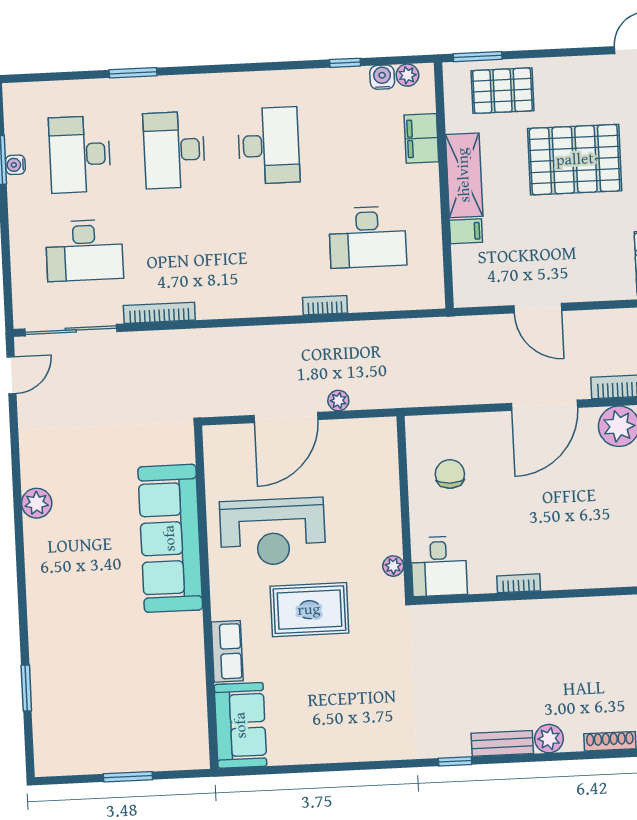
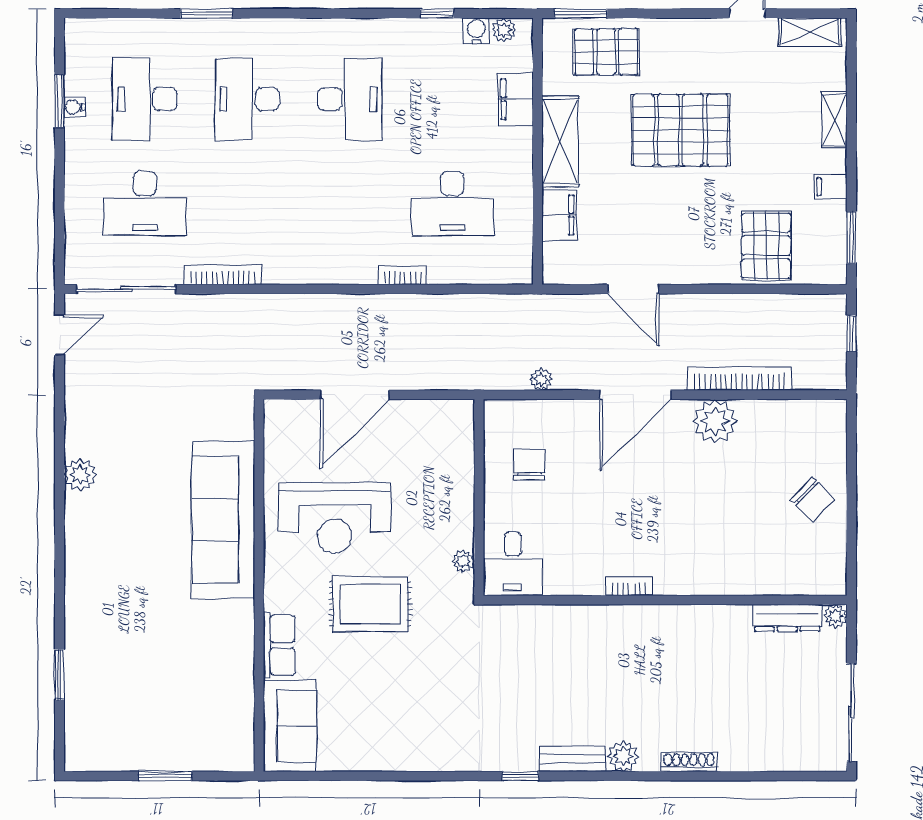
filing cabinet: (466, 231) -> (559, 215), width x2.00
plant: (338, 401) -> (541, 379), moved
bookcase: (519, 583) -> (629, 586), moved

